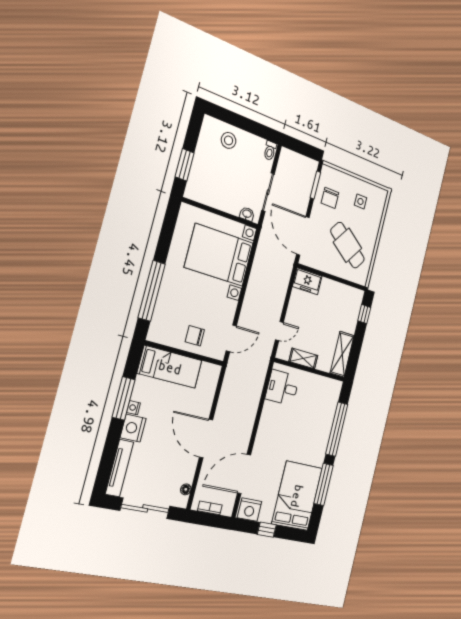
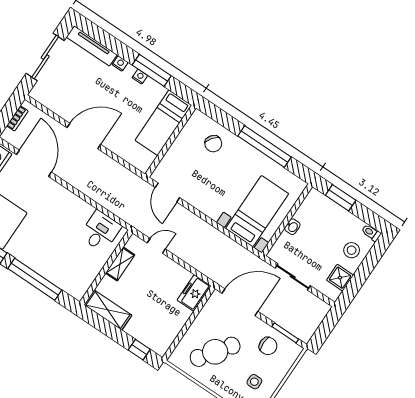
shower: (256, 145) -> (340, 278), added
toilet: (270, 151) -> (371, 233), moved
chair: (330, 198) -> (268, 346), turned 180
washbasin: (247, 214) -> (292, 227), moved
bed with nightstands: (219, 255) -> (257, 211), width x0.73
window: (152, 291) -> (265, 146), moved
door: (279, 331) -> (156, 246), swing flipped
chair: (195, 336) -> (213, 144), moved, turned 127
nightstand: (133, 428) -> (120, 63), width x0.53, depth x0.56
floor lamp: (186, 489) -> (45, 101), removed

